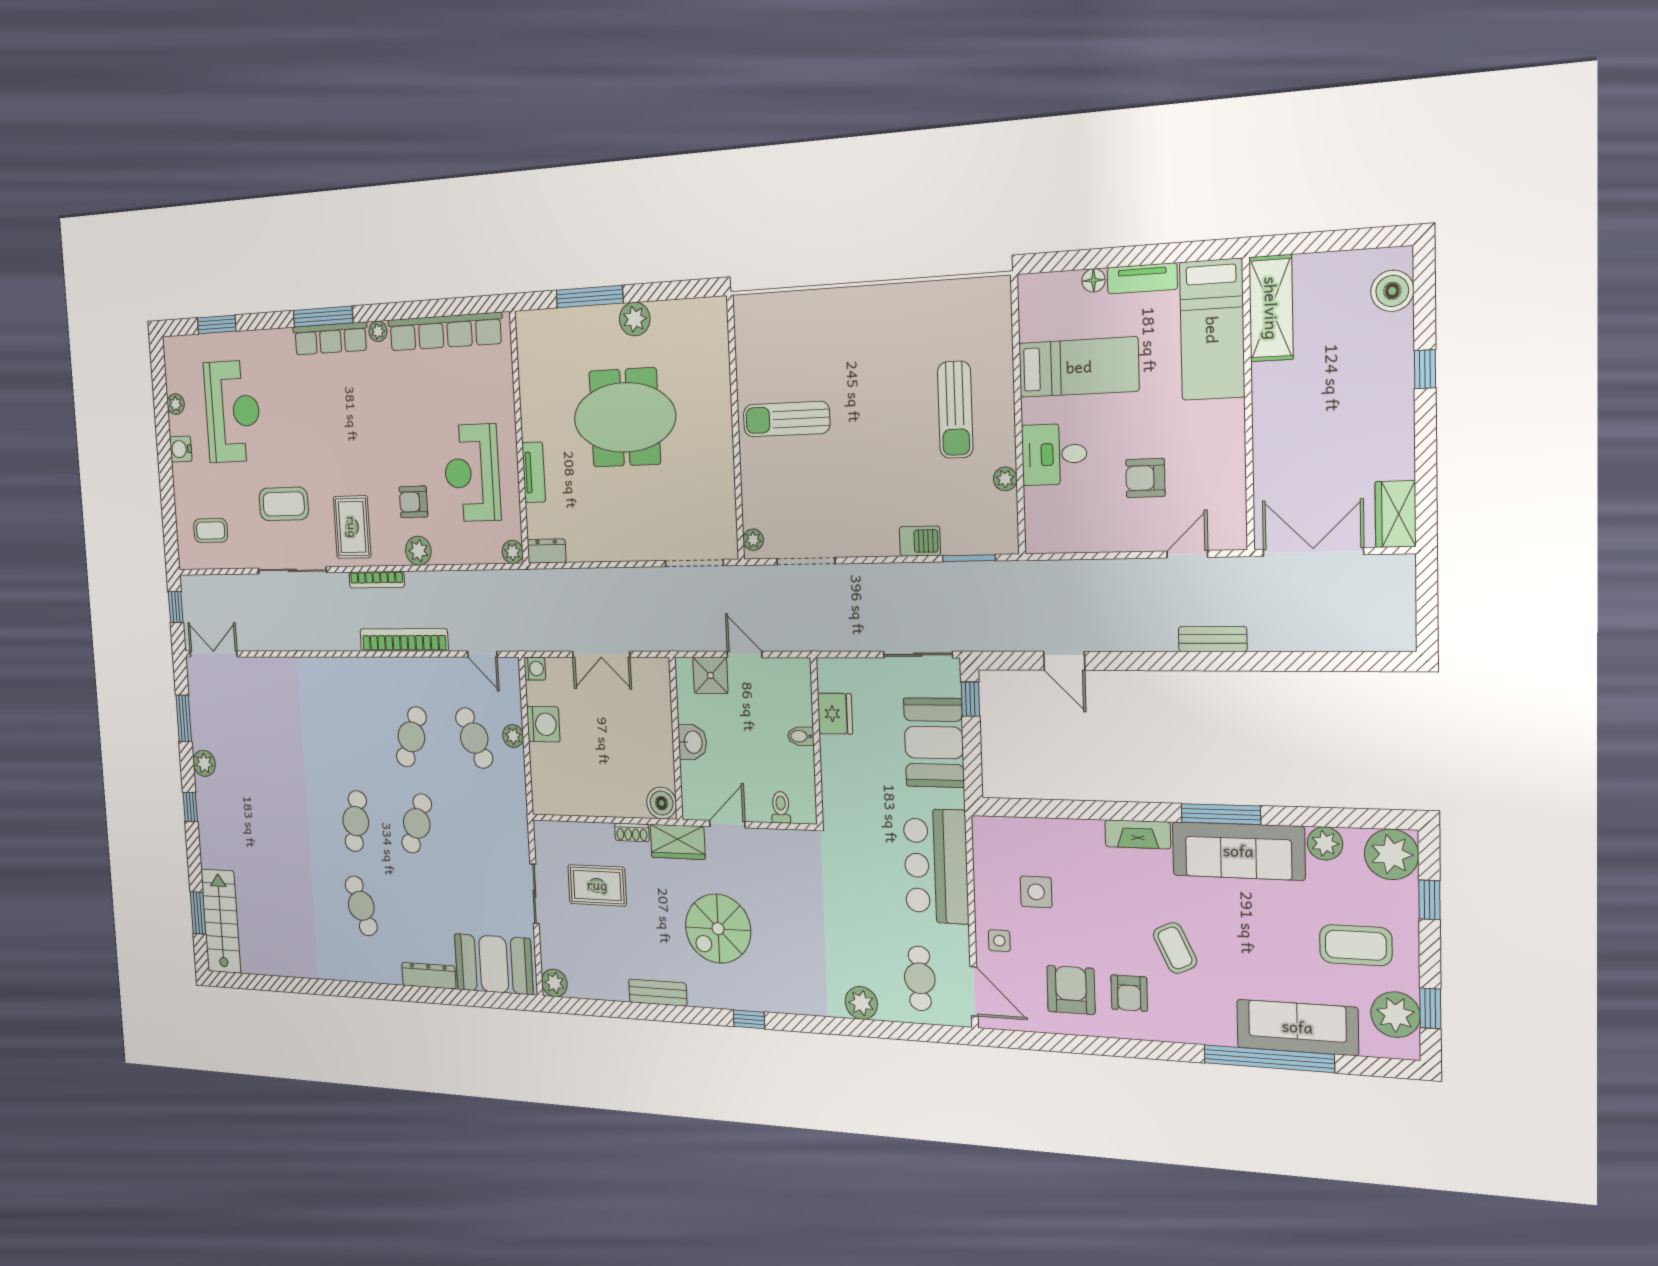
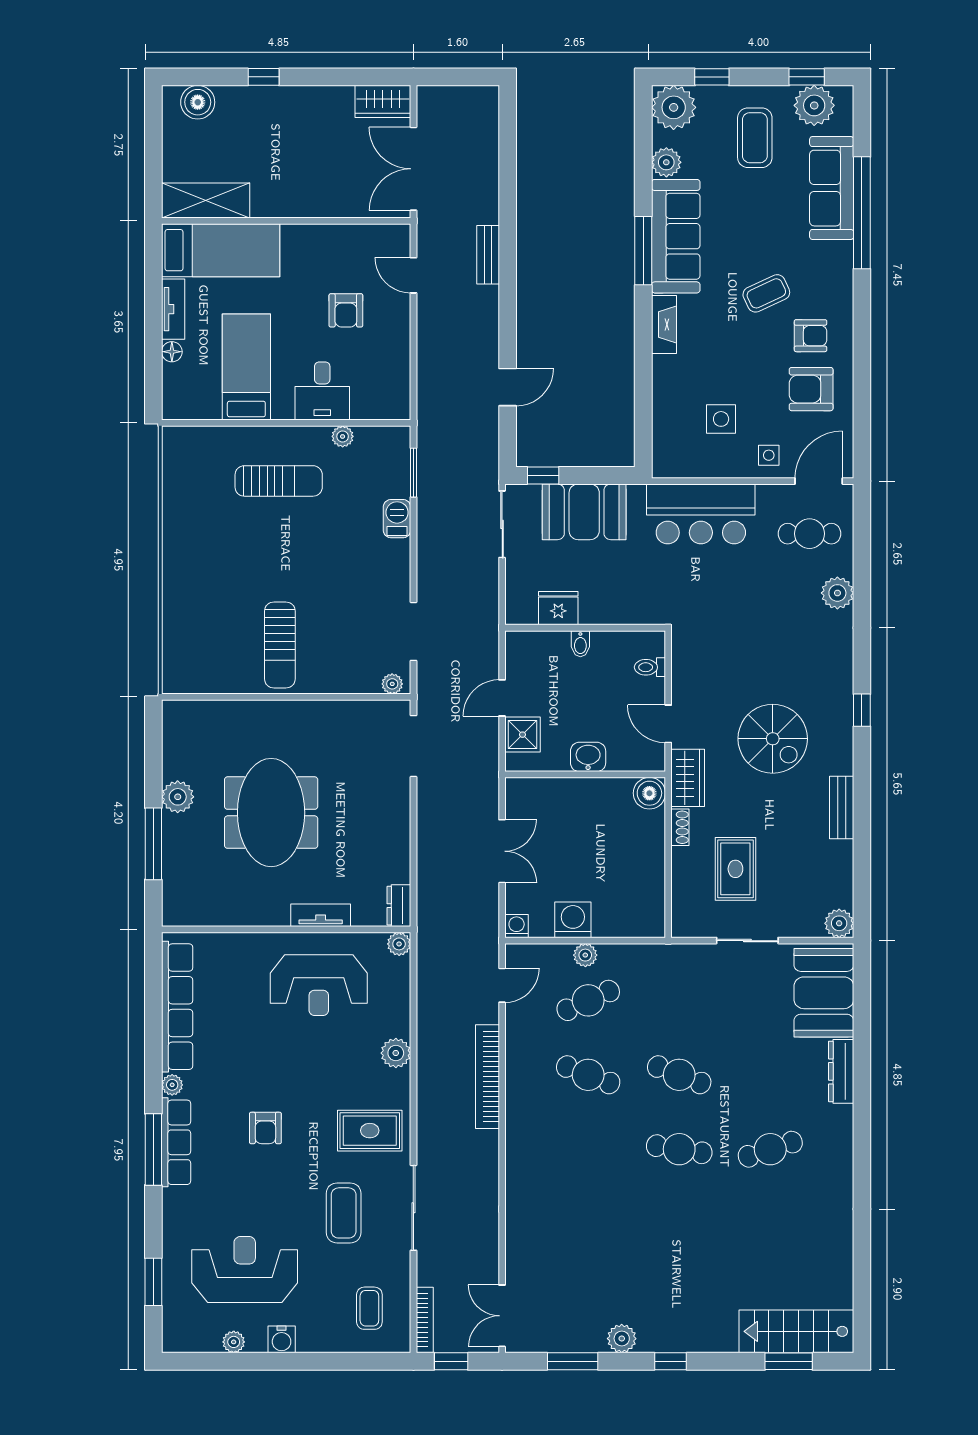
armchair: (413, 502) -> (265, 1128), moved
bookcase: (377, 580) -> (425, 1320), moved

